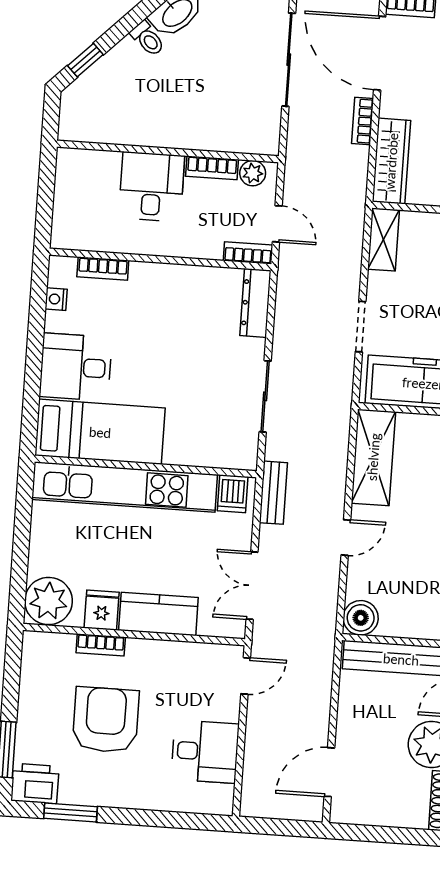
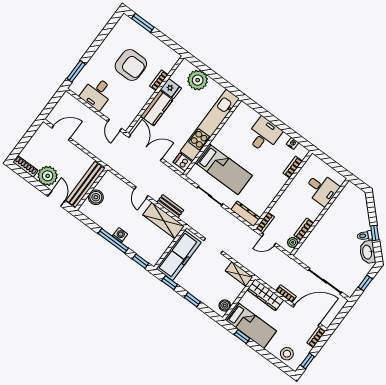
window: (85, 60) -> (375, 233), moved
desk: (152, 187) -> (322, 189), moved
bed: (100, 432) -> (224, 169), moved, turned -90
bench: (273, 493) -> (170, 206), moved
double door: (252, 586) -> (145, 148), width x1.37
plant: (49, 601) -> (198, 80), moved
boiler: (361, 618) -> (96, 197), moved
door: (329, 772) -> (61, 133), hinge flipped
printer: (35, 784) -> (124, 25), removed
window: (71, 813) -> (76, 71), moved

